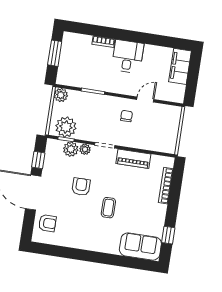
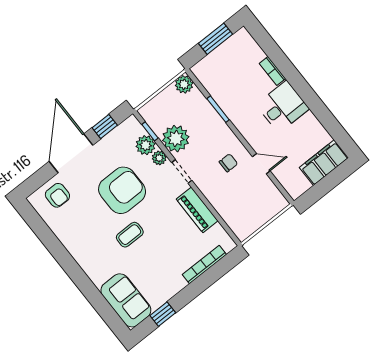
plant: (66, 127) -> (176, 139), moved
armchair: (81, 187) -> (122, 190), width x1.88, depth x1.88

